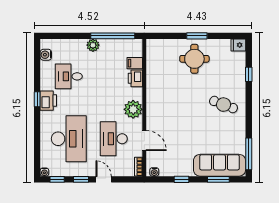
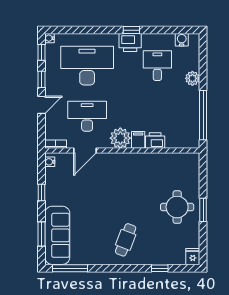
plant: (93, 45) -> (192, 78), moved
filing cabinet: (135, 63) -> (138, 140), moved
desk: (69, 139) -> (87, 66), turned 180

